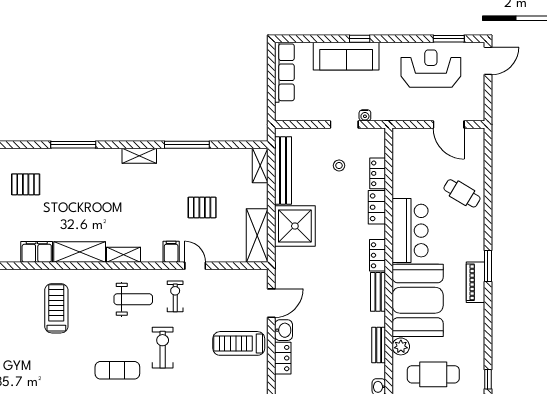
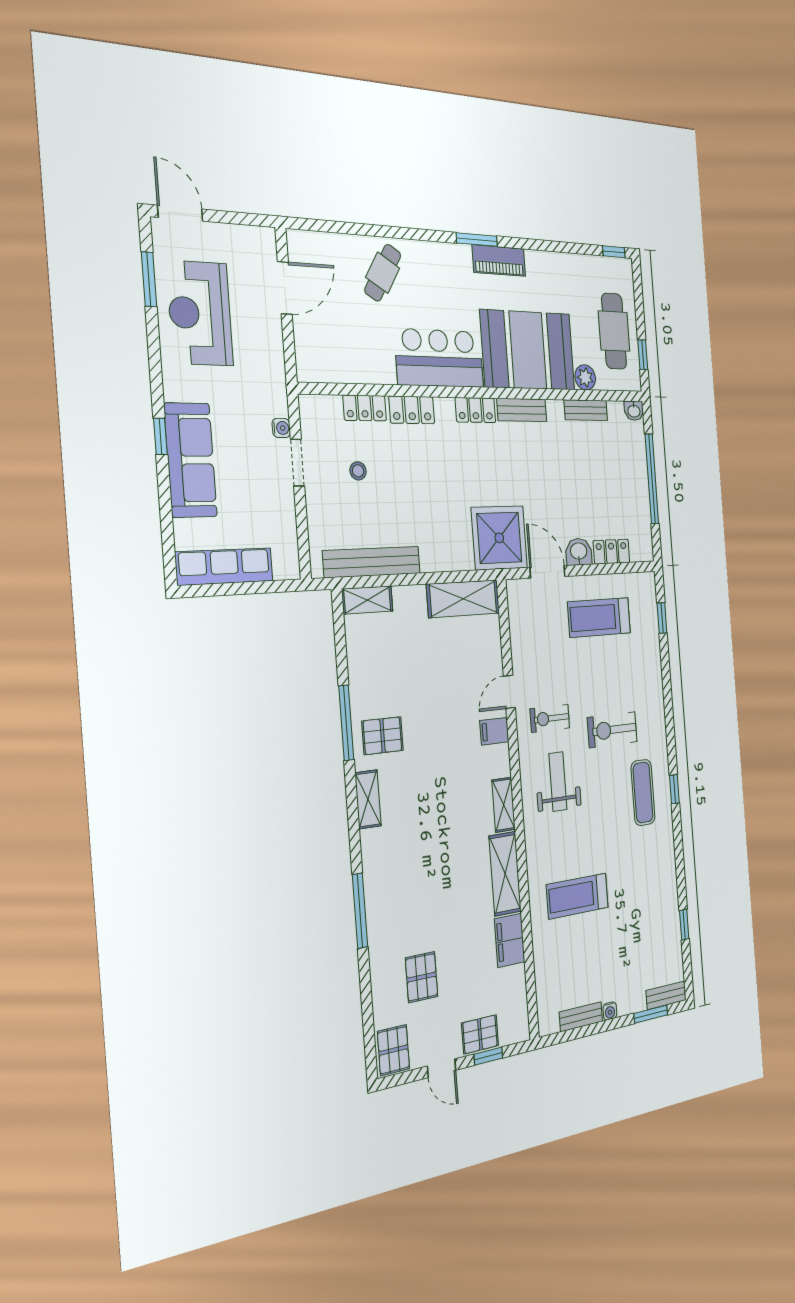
pallet: (202, 207) -> (383, 736), moved, turned 90
shower: (295, 226) -> (499, 538), moved
treadmill: (239, 343) -> (599, 617), turned 90

